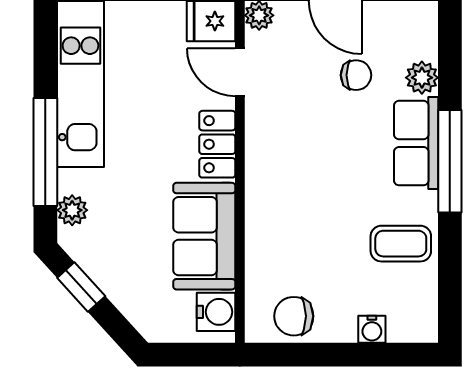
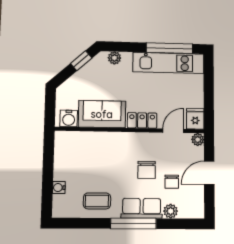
window: (45, 152) -> (169, 48), moved
coffee table: (401, 244) -> (97, 201), turned 90
chair: (294, 316) -> (147, 170), moved, turned 180

